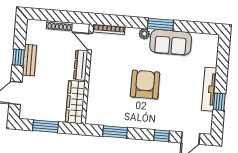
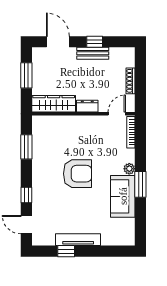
dresser: (81, 65) -> (87, 106), width x0.70

